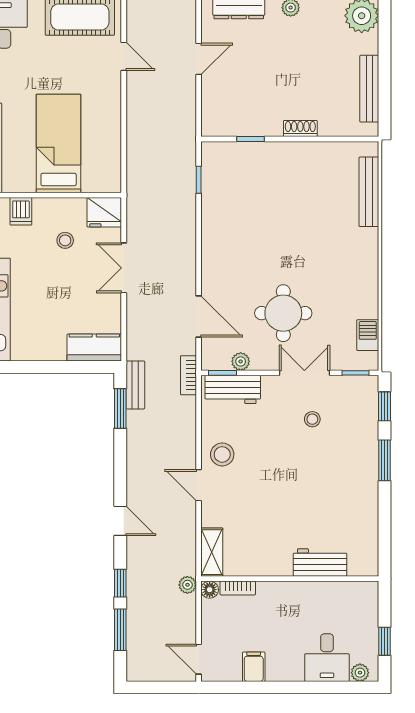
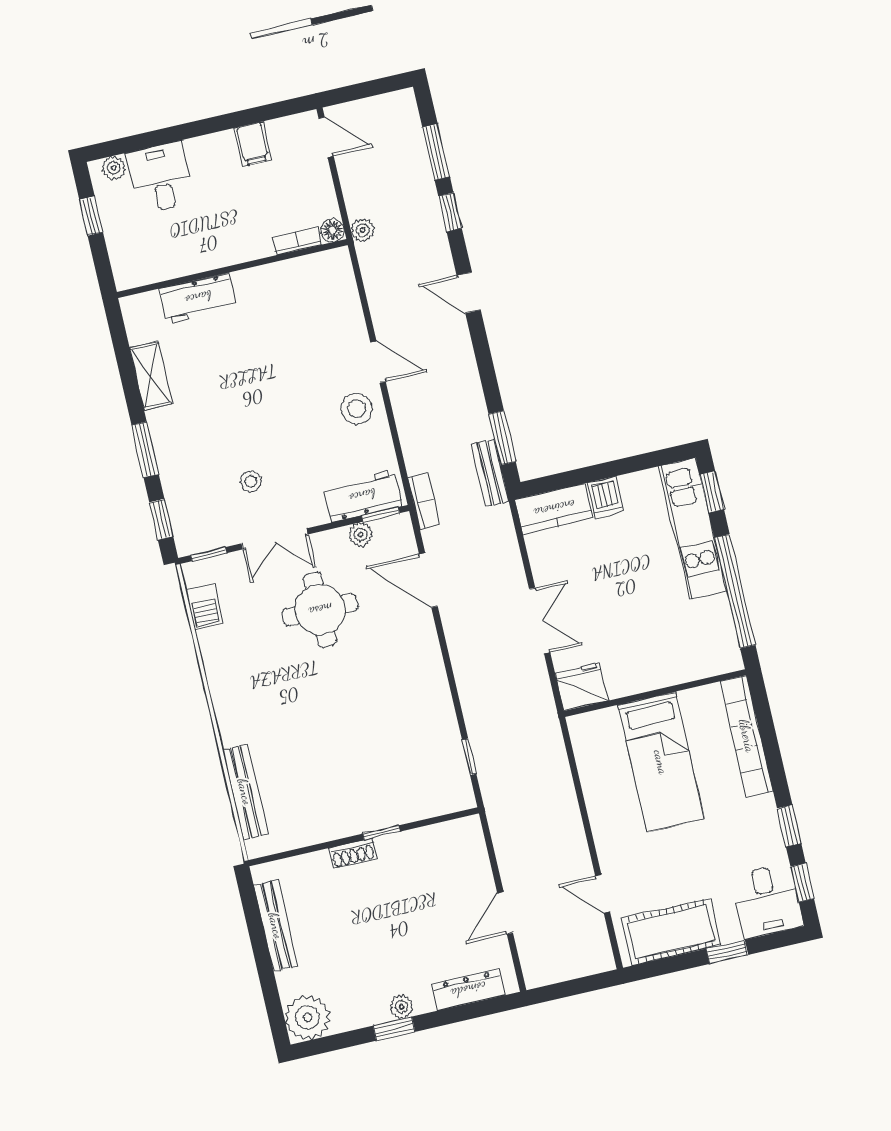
window: (251, 139) -> (381, 833), moved
dishwasher: (21, 211) -> (605, 497), moved, turned 180
stool: (65, 240) -> (624, 639), removed
shelving: (212, 552) -> (151, 376), moved

